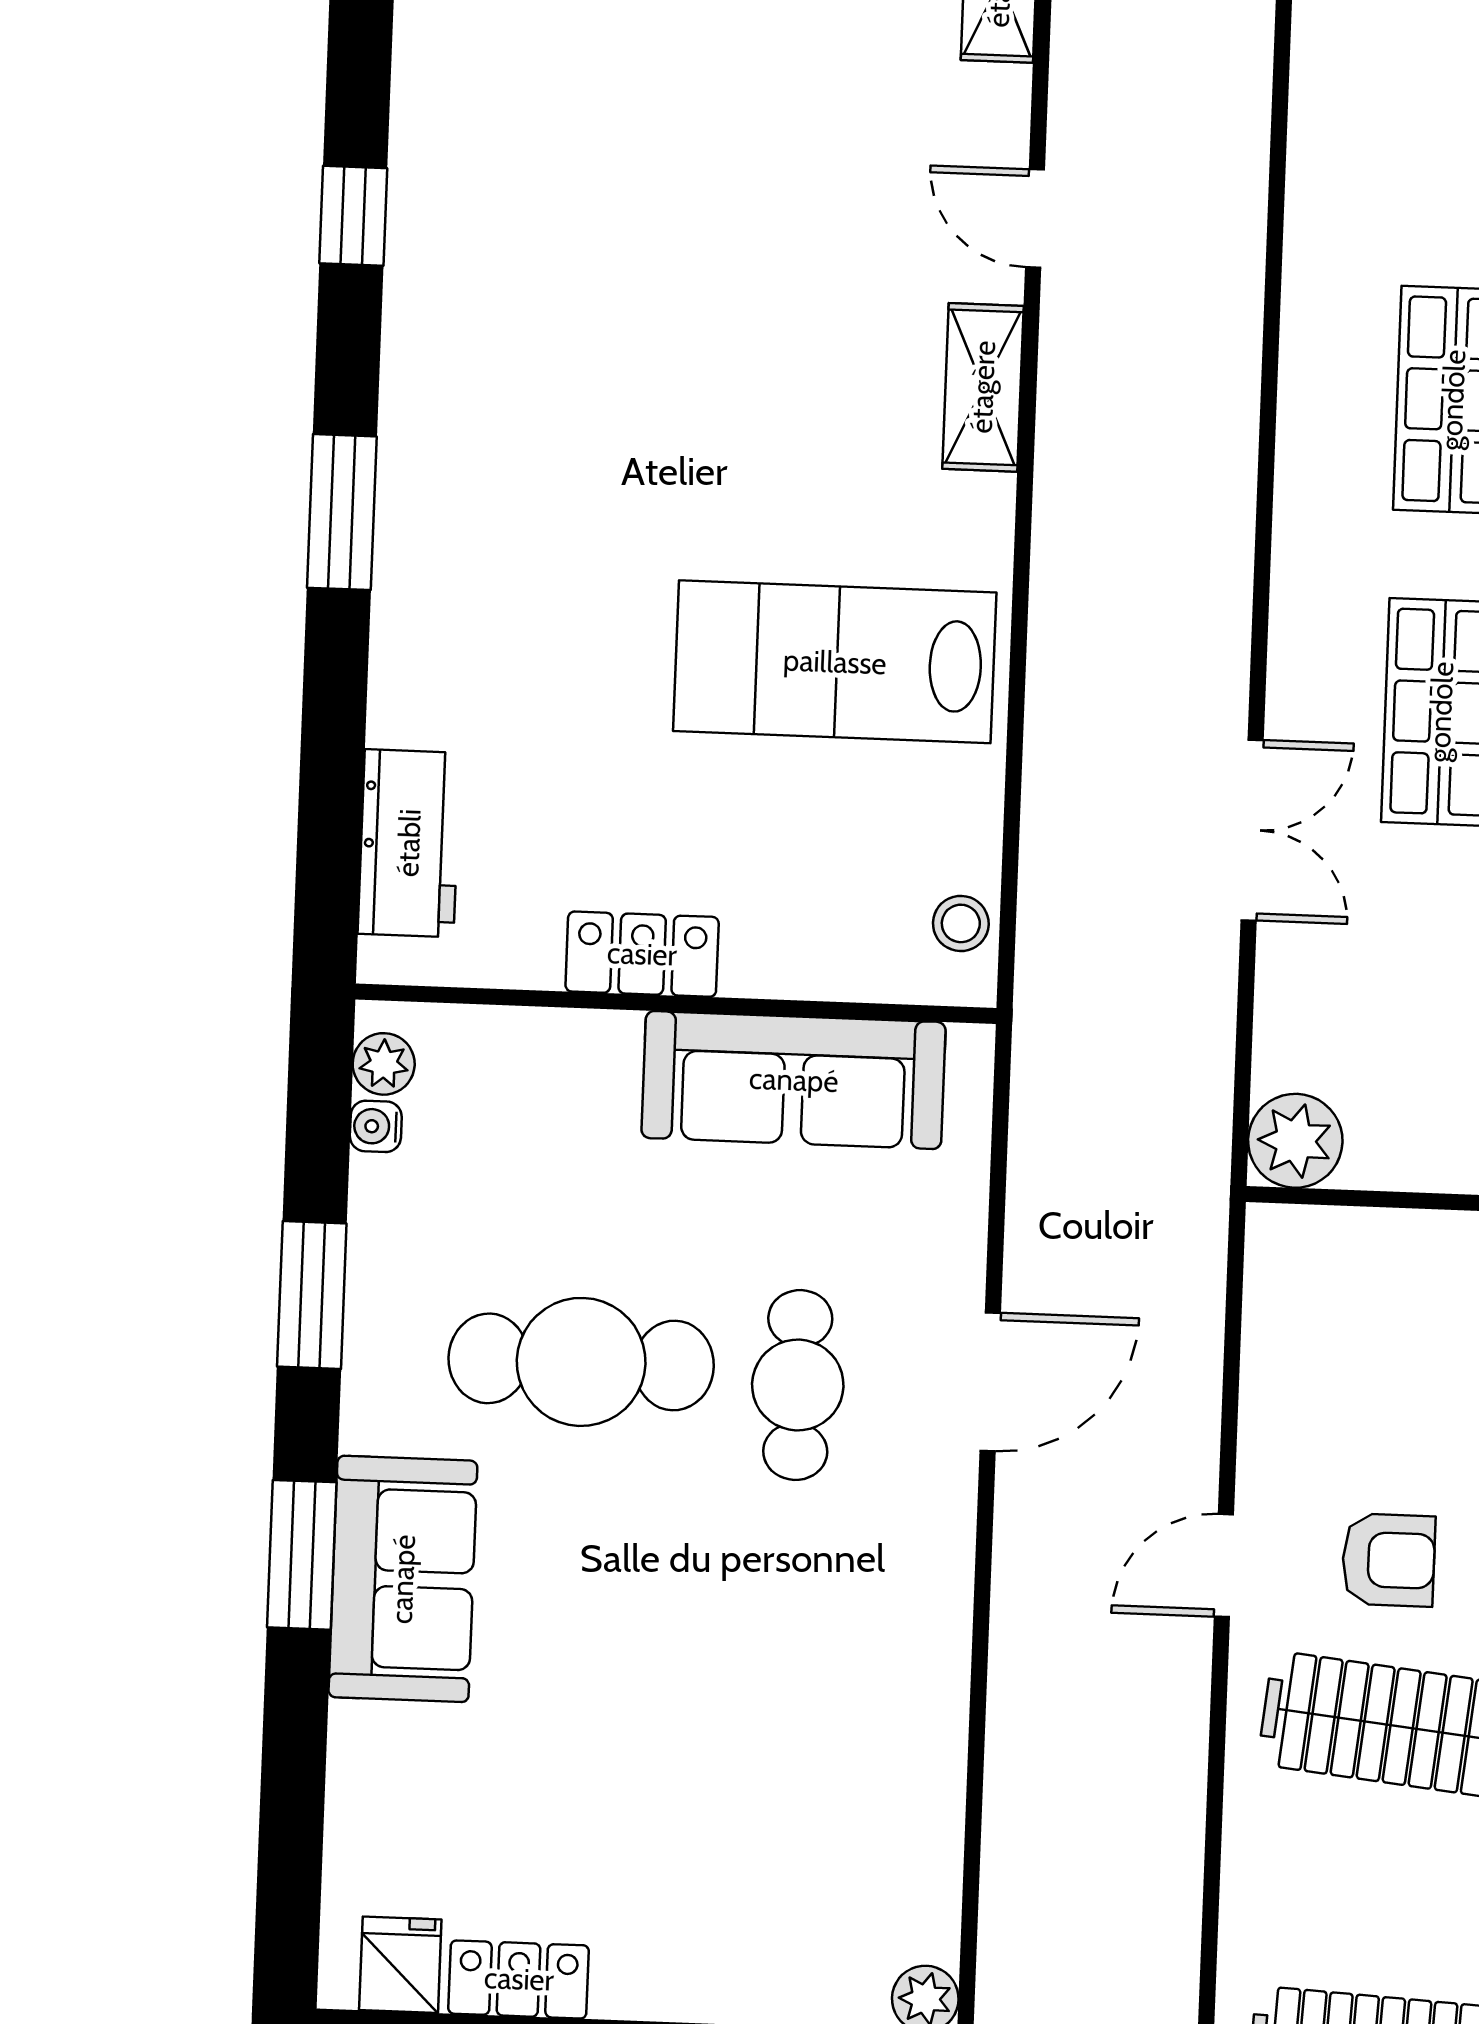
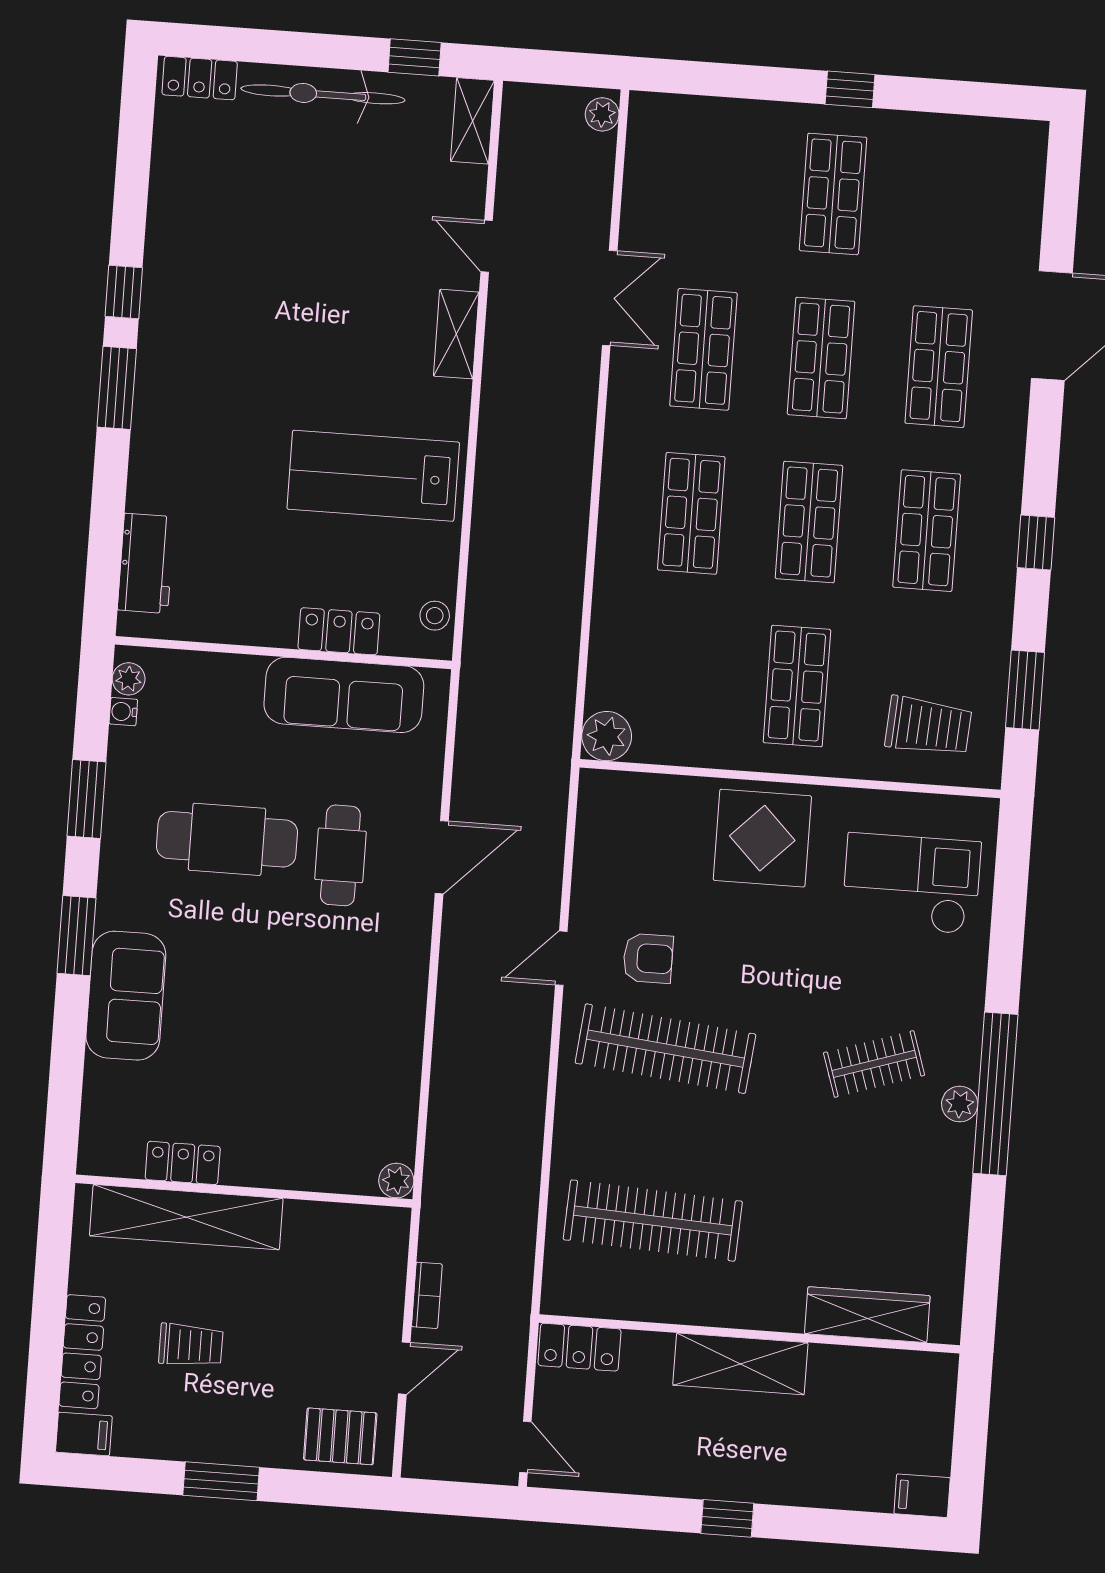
window: (353, 216) -> (124, 292), moved
double door: (1252, 830) -> (610, 298), moved
locker: (642, 954) -> (339, 631), moved
sofa: (403, 1579) -> (126, 996), moved
fridge: (400, 1965) -> (121, 1153), removed

